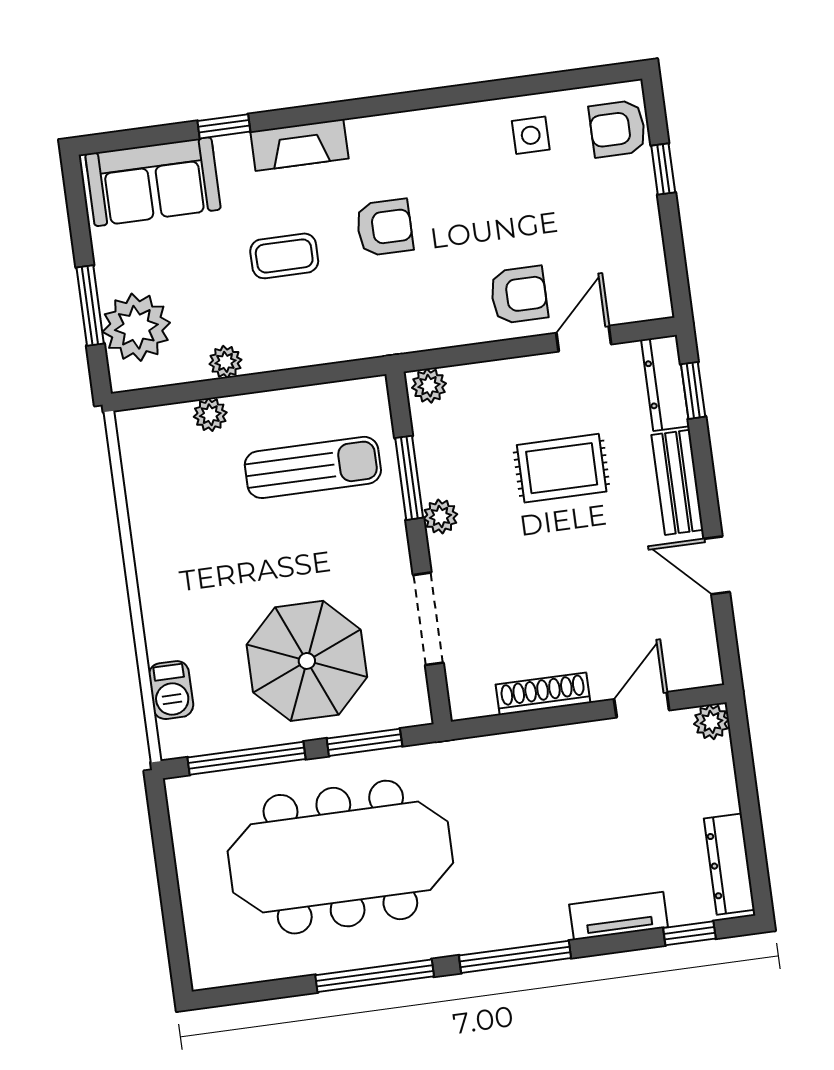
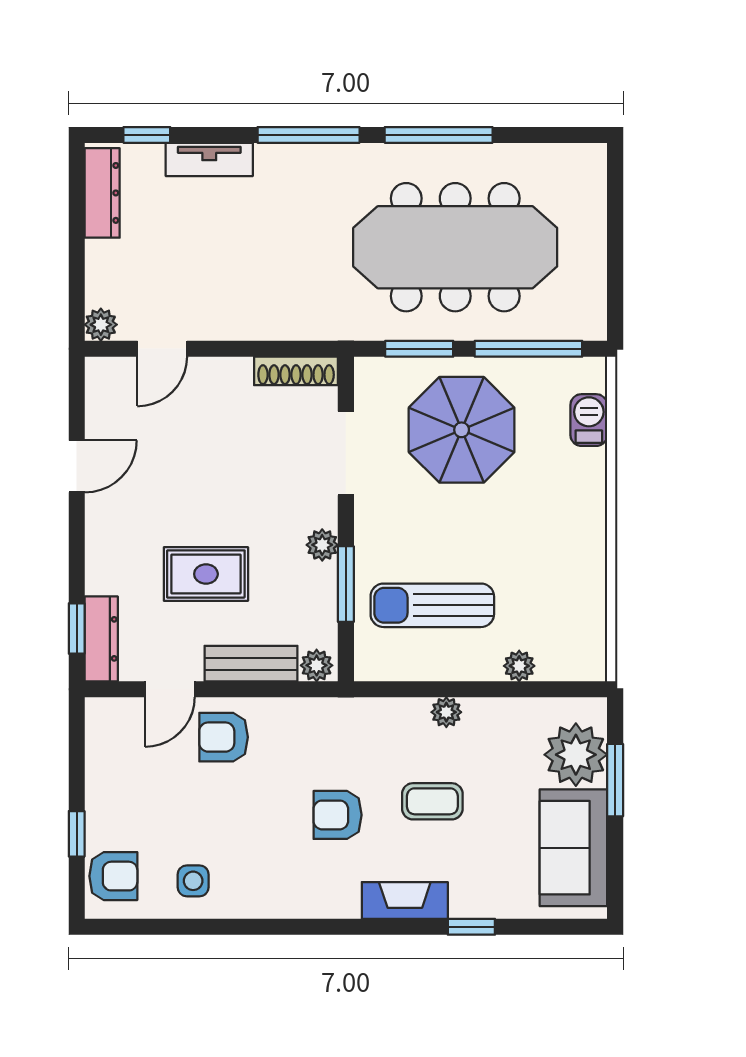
sofa: (153, 182) -> (573, 848), moved, turned -90
plant: (225, 362) -> (446, 712), moved
bench: (677, 482) -> (251, 664), moved, turned 90
door: (717, 565) -> (77, 466), hinge flipped
shoe rack: (543, 694) -> (296, 371), moved

